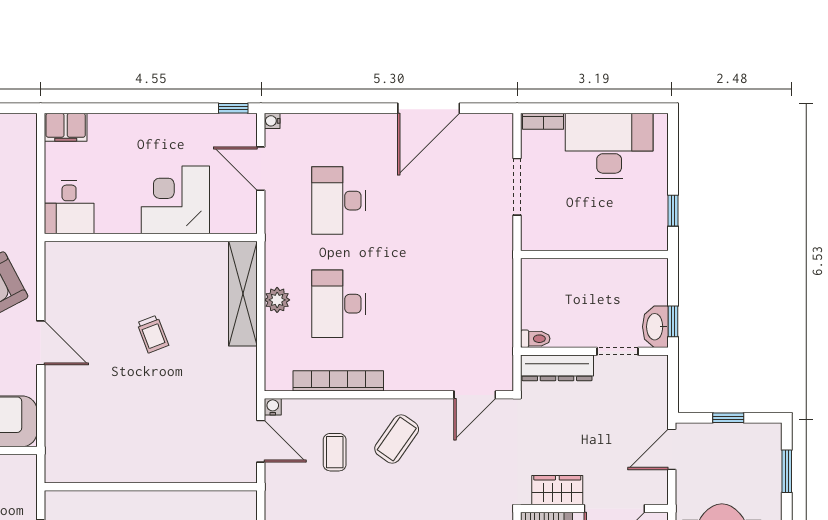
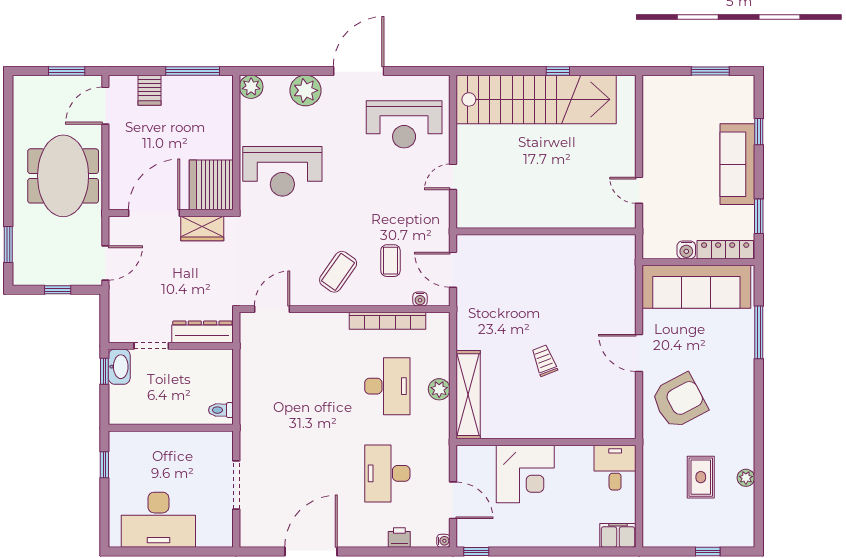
bookcase: (543, 121) -> (214, 540), removed
printer: (324, 125) -> (399, 537), added
desk: (338, 201) -> (387, 473), turned 180
toilet: (535, 339) -> (221, 410), moved
water cooler: (273, 407) -> (420, 299), moved

